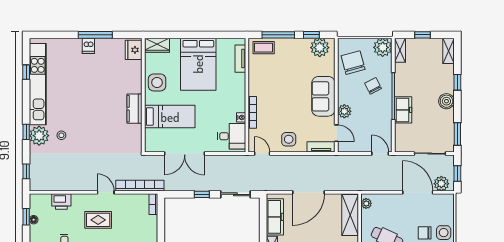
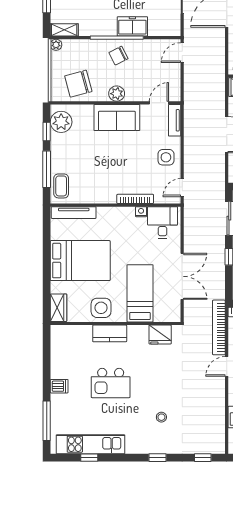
window: (95, 35) -> (47, 421), moved
plant: (383, 47) -> (56, 45), width x0.53, depth x0.53
fridge: (134, 50) -> (160, 335), moved
tv unit: (240, 59) -> (74, 213), width x1.41
kitchen unit: (38, 84) -> (90, 444), width x0.73
chair: (373, 86) -> (118, 56), moved
kitchen island: (91, 91) -> (111, 383), added
kitchen counter: (135, 109) -> (110, 333), moved
plant: (344, 111) -> (117, 94), moved
plant: (39, 136) -> (162, 443), removed

